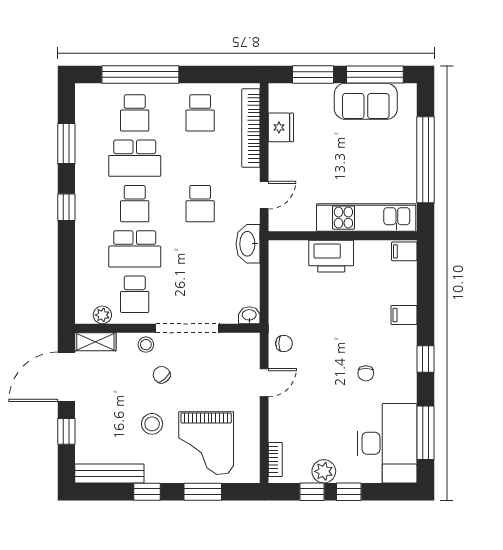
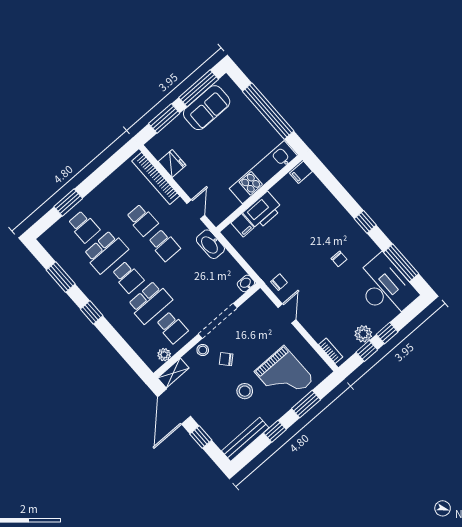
window: (140, 75) -> (68, 202), width x0.47
school desk: (200, 113) -> (142, 220), moved
filing cabinet: (404, 315) -> (242, 225), moved, turned -90

